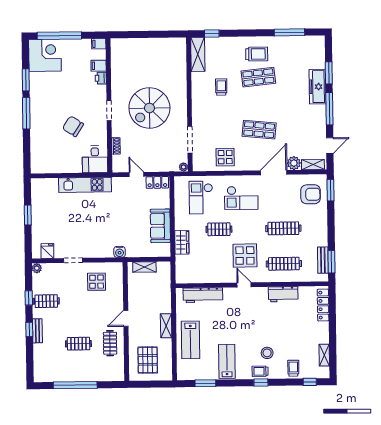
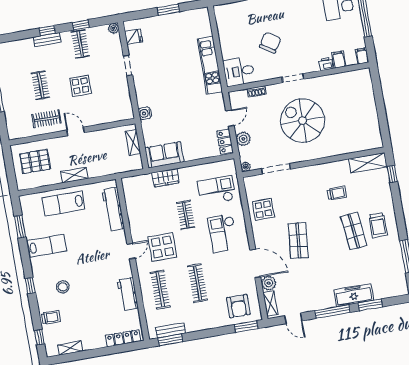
plant: (157, 165) -> (243, 139), added
sofa: (160, 226) -> (164, 155), moved
display table: (97, 282) -> (80, 86), moved
trolley: (260, 371) -> (42, 283), removed

